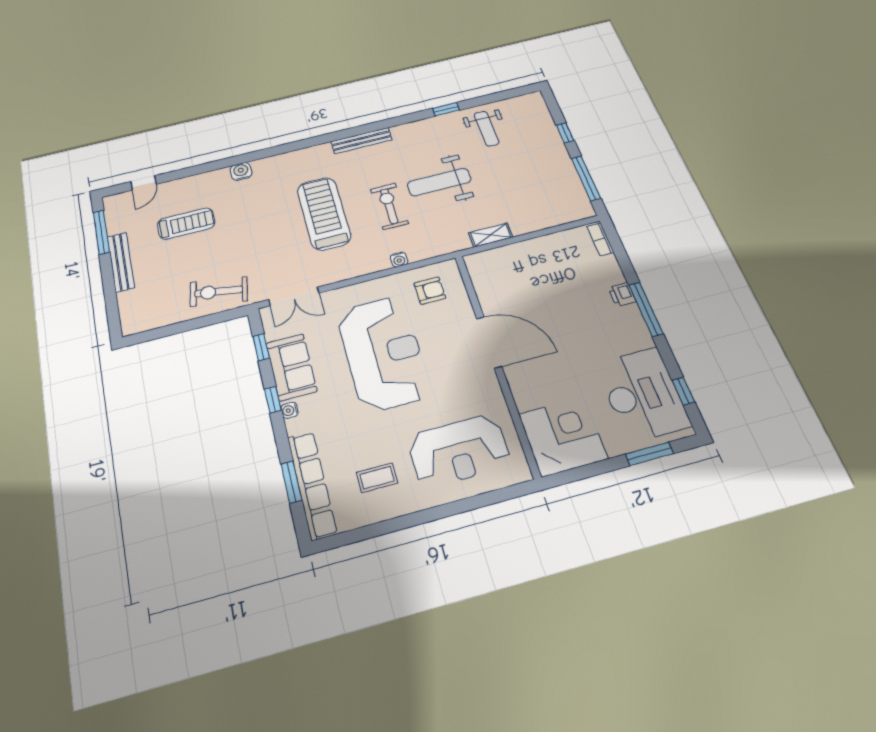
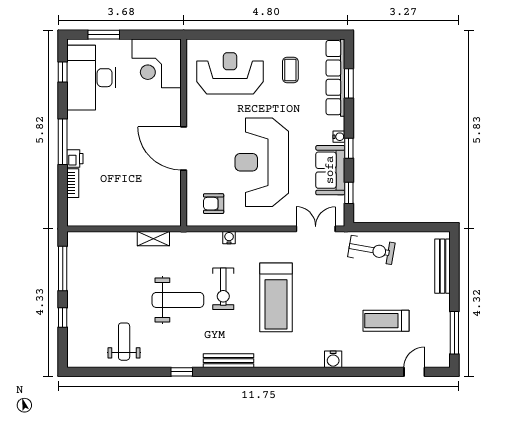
window: (446, 109) -> (182, 372), moved
bookcase: (600, 239) -> (73, 183), moved
bench: (121, 262) -> (443, 266), moved
coffee table: (377, 478) -> (290, 70), turned 90

